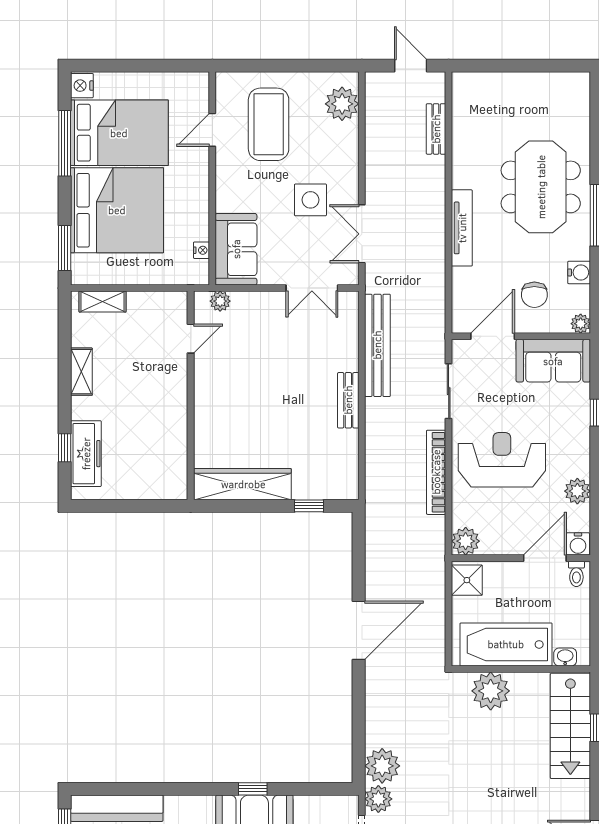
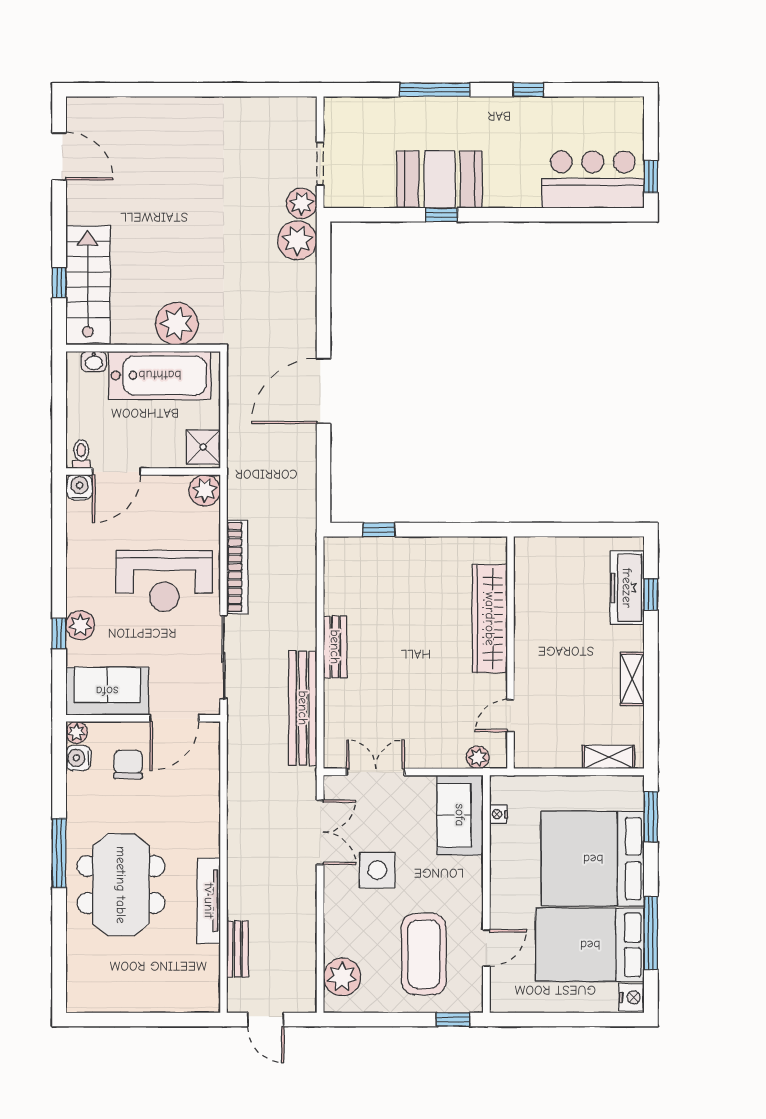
window: (242, 66) -> (453, 1020), added
tv unit: (462, 228) -> (209, 901), moved
water cooler: (579, 272) -> (78, 758), moved
sliding door: (449, 391) -> (223, 657), width x1.37
wardrobe: (243, 484) -> (490, 619), moved, turned 90
plant: (577, 491) -> (80, 625), moved

